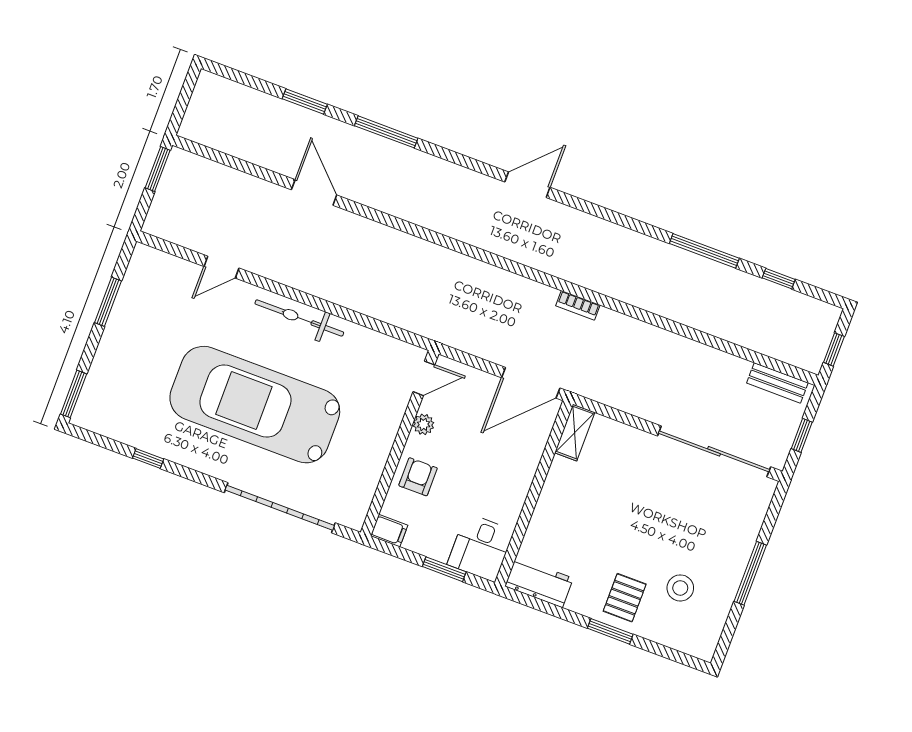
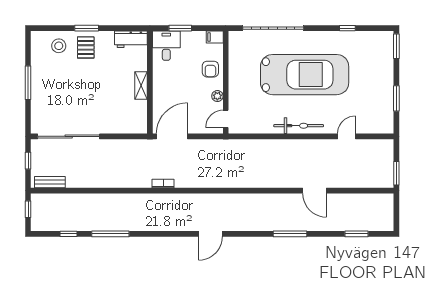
window: (305, 101) -> (356, 234), moved
shelving: (575, 433) -> (141, 86), moved
stool: (680, 588) -> (59, 46), moved

